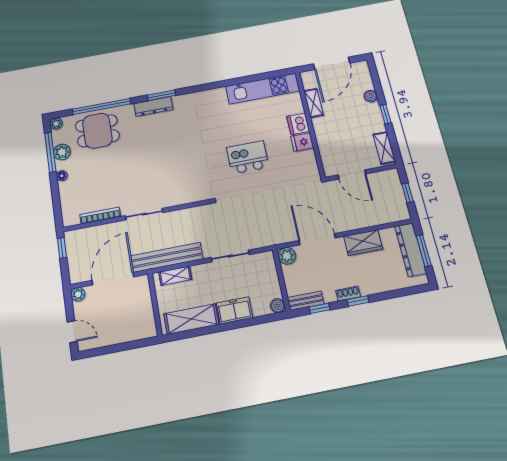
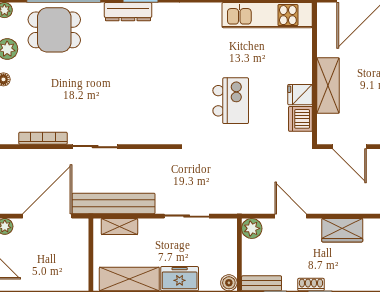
shelving: (314, 103) -> (328, 86), moved, width x1.50, depth x1.33
dishwasher: (298, 124) -> (300, 119), moved
kitchen island: (248, 157) -> (231, 101), turned 90
door: (317, 239) -> (291, 216), width x0.73

